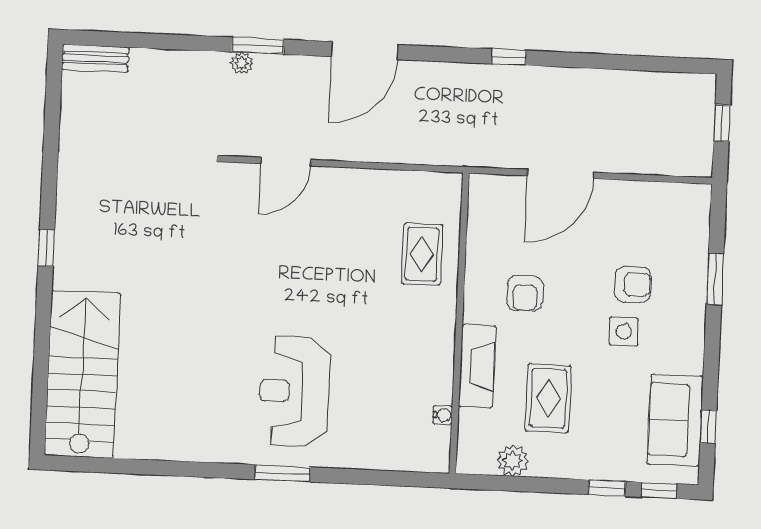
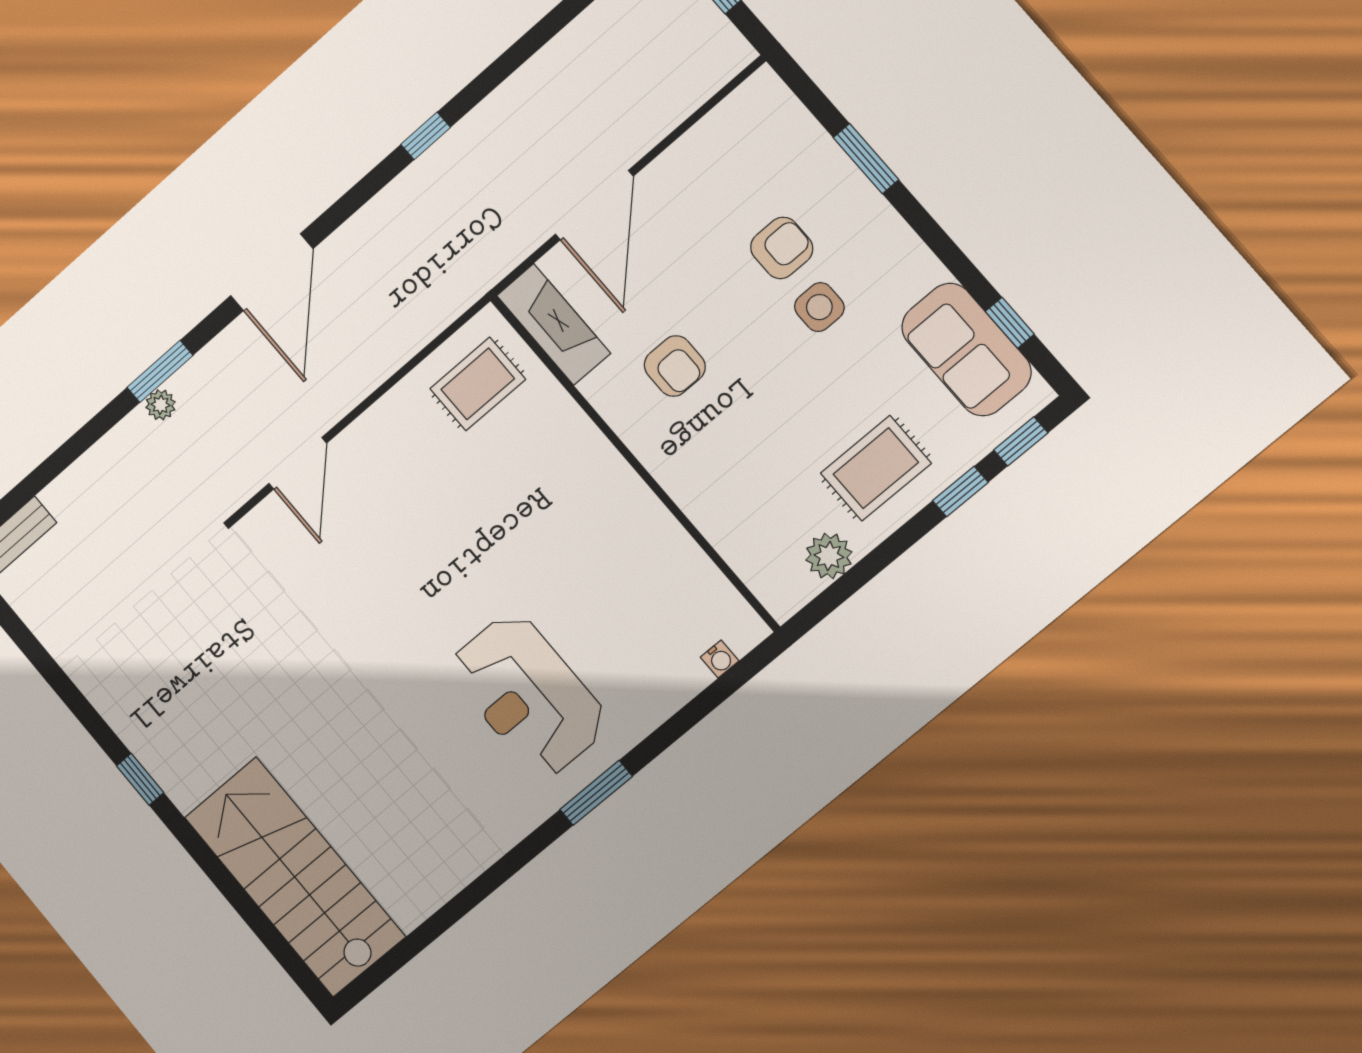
rug: (422, 254) -> (478, 384), moved, turned 90
fireplace: (477, 366) -> (554, 324), moved
rug: (548, 398) -> (876, 468), moved, turned 90
water cooler: (443, 415) -> (720, 659), moved, turned 90

